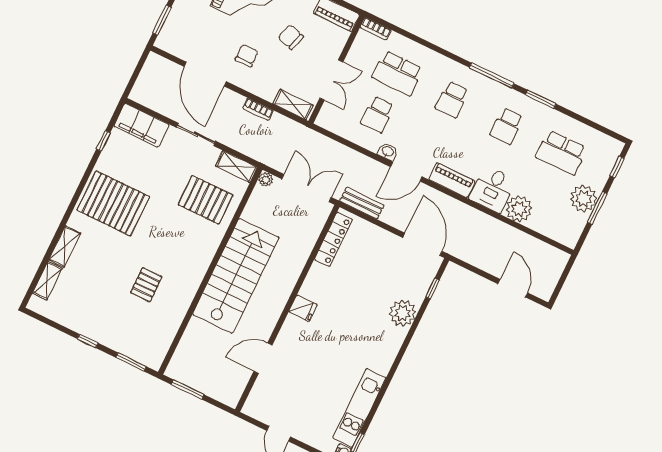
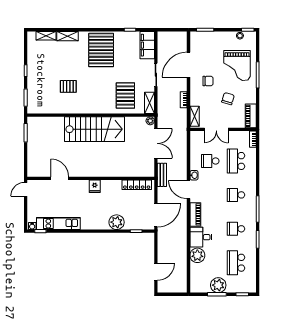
locker: (333, 239) -> (137, 185), moved
wall: (287, 308) -> (91, 178), moved
fridge: (303, 308) -> (95, 186), moved
door: (263, 358) -> (60, 178), moved

